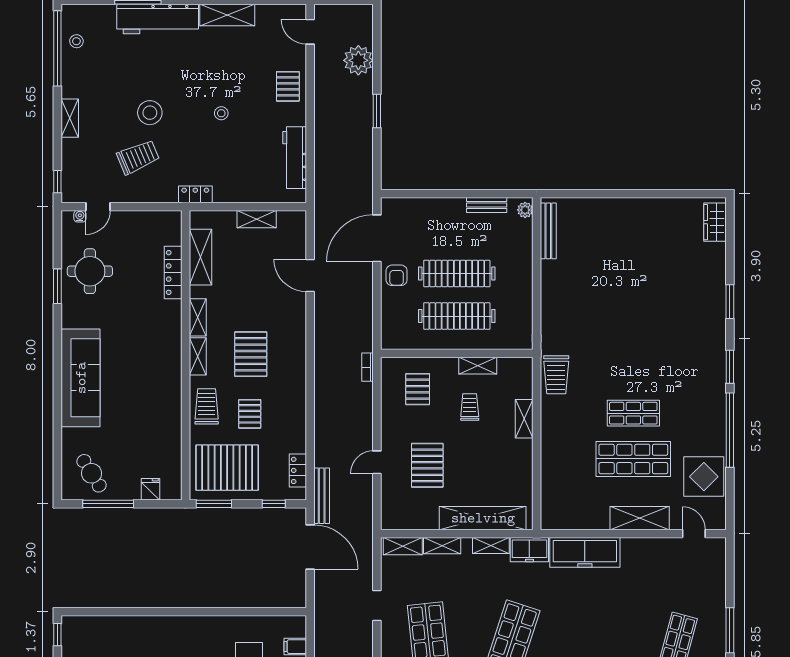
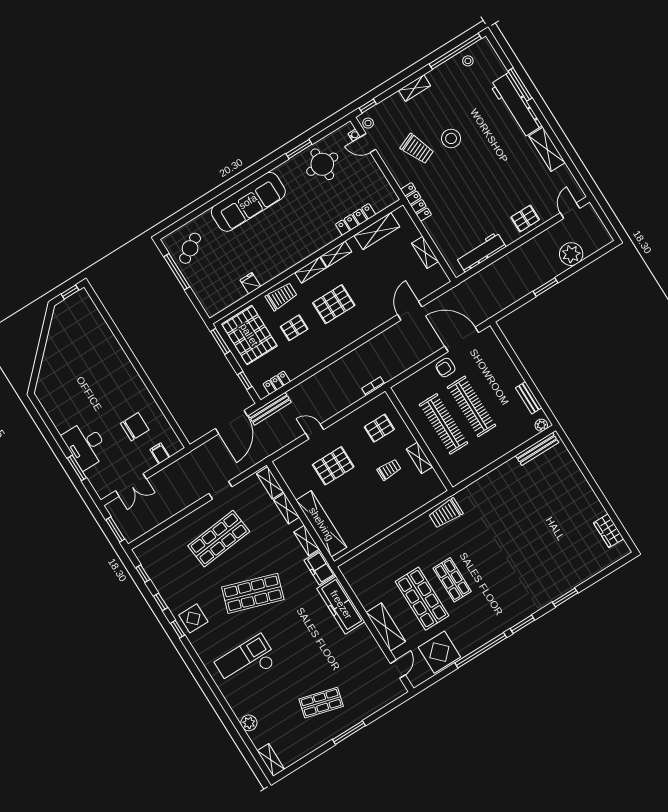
stool: (221, 113) -> (368, 123), moved
locker: (195, 194) -> (416, 202), width x1.53
wardrobe: (715, 222) -> (609, 531), moved, turned -90
shelving: (524, 419) -> (404, 510), removed
fridge: (150, 489) -> (250, 283), moved, turned -90

